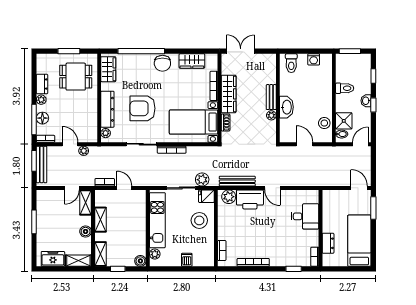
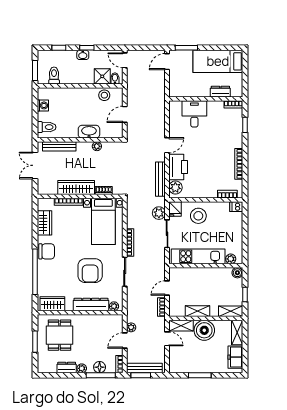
double door: (241, 51) -> (35, 165), moved
toilet: (345, 88) -> (54, 76), moved
bench: (271, 97) -> (59, 146), moved, width x1.36
boiler: (86, 231) -> (204, 330), width x1.86, depth x1.86
dishwasher: (187, 260) -> (236, 207), moved

